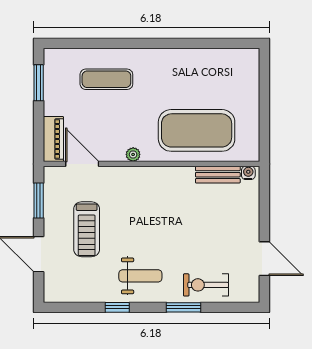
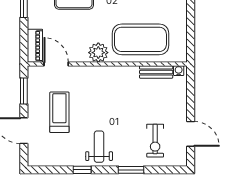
plant: (133, 154) -> (98, 53), width x1.87, depth x1.87
treadmill: (87, 229) -> (59, 112), turned 180
weight bench: (140, 276) -> (99, 147), turned -90
exercise bike: (206, 285) -> (155, 141), moved, turned -90

